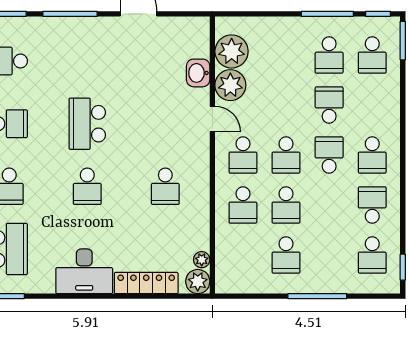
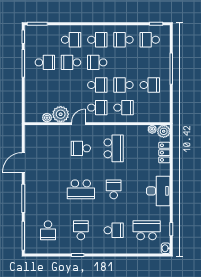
plant: (232, 51) -> (47, 118), width x0.53, depth x0.53
school desk: (372, 55) -> (71, 40), moved
washbasin: (198, 73) -> (54, 131), removed
school desk: (165, 124) -> (81, 148), added
school desk: (87, 186) -> (114, 189), turned -90
school desk: (165, 186) -> (114, 148), width x1.85
school desk: (286, 205) -> (123, 85), turned 180
school desk: (372, 255) -> (150, 40), turned 180
locker: (146, 283) -> (164, 153), width x0.66

